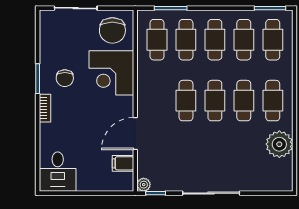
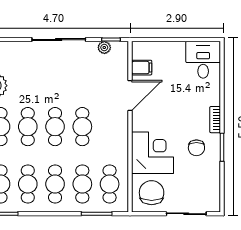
chair: (65, 78) -> (196, 148), turned 180
plant: (144, 185) -> (104, 47), moved

